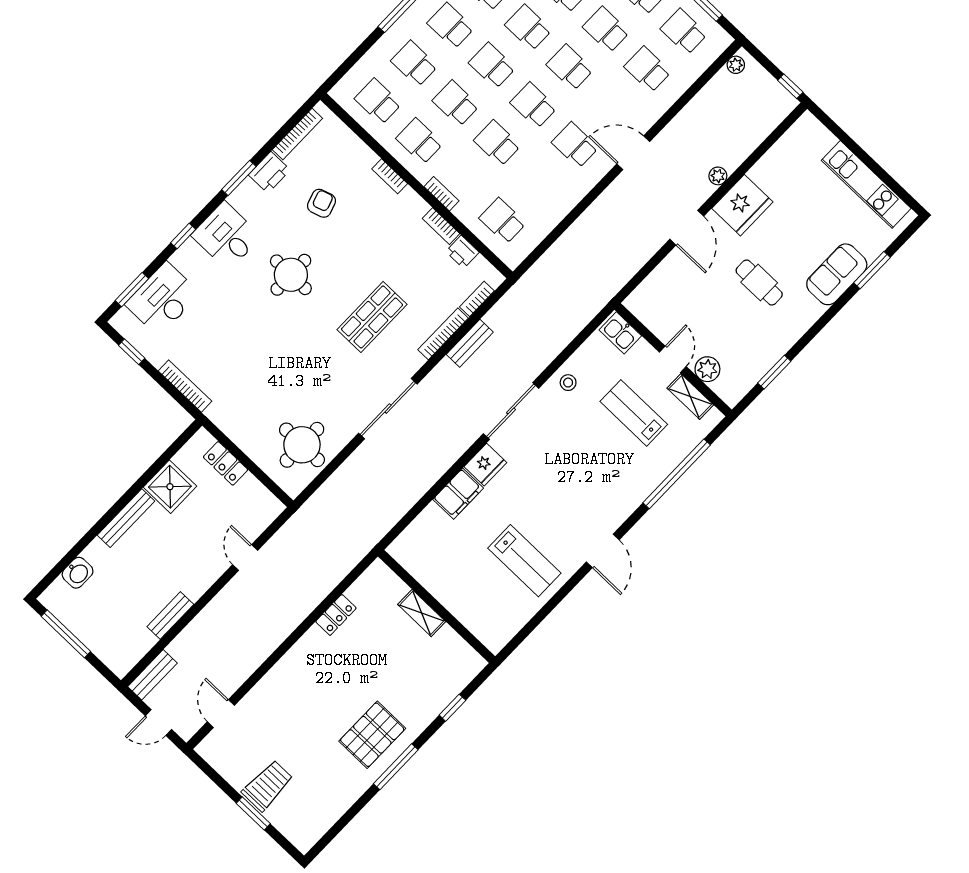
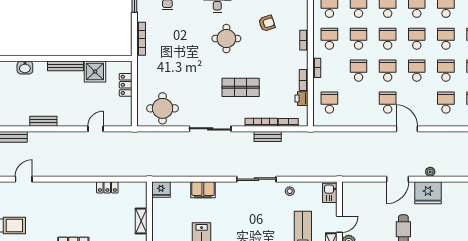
fridge: (485, 465) -> (161, 190), moved

